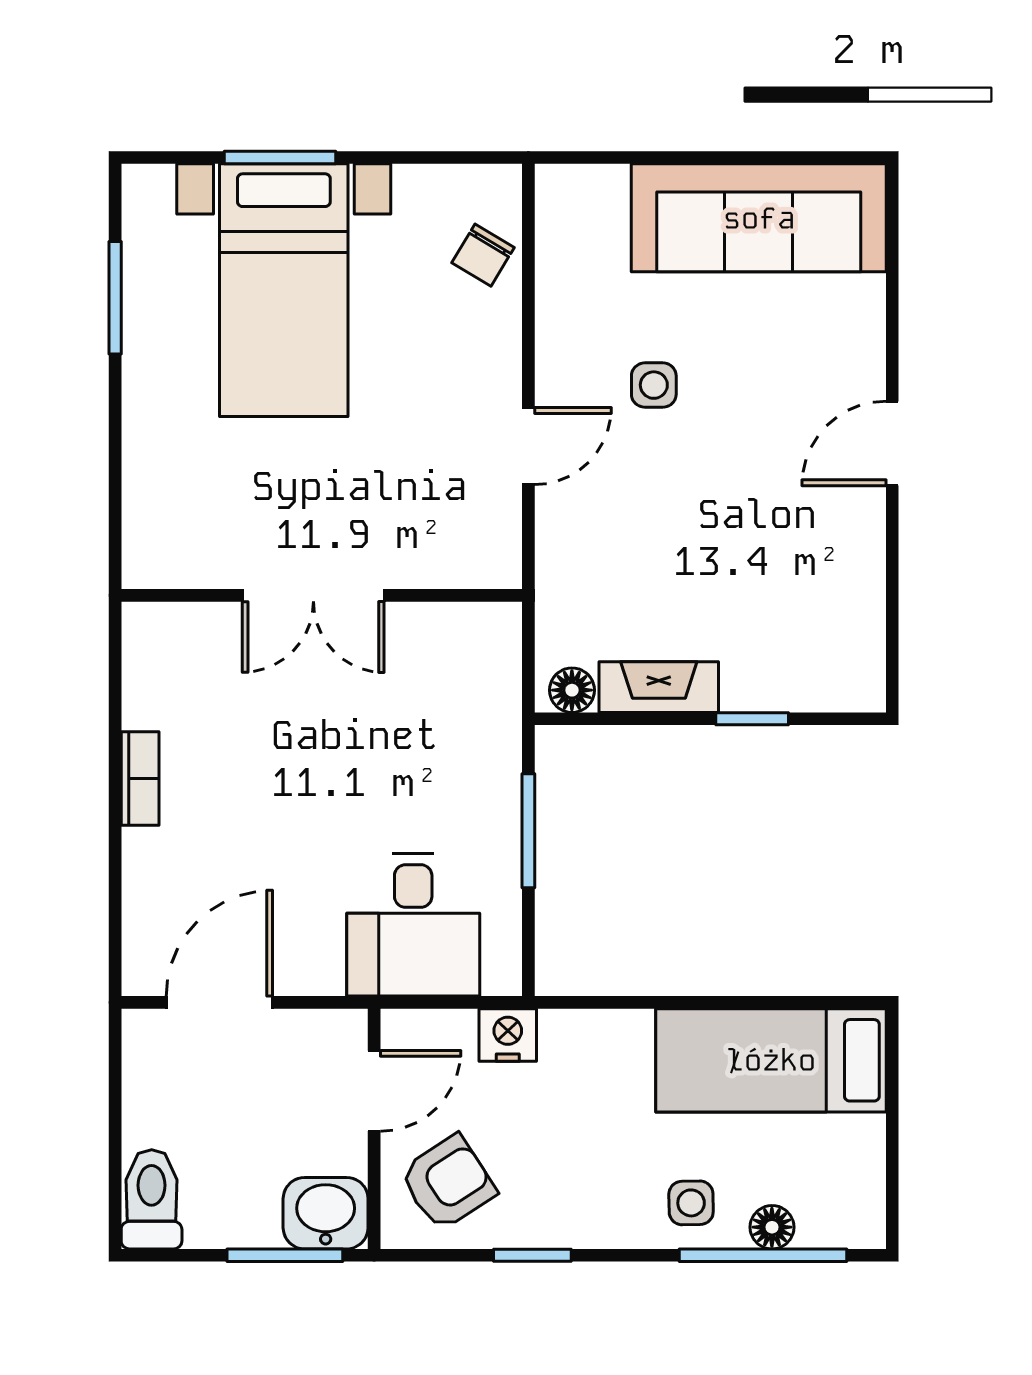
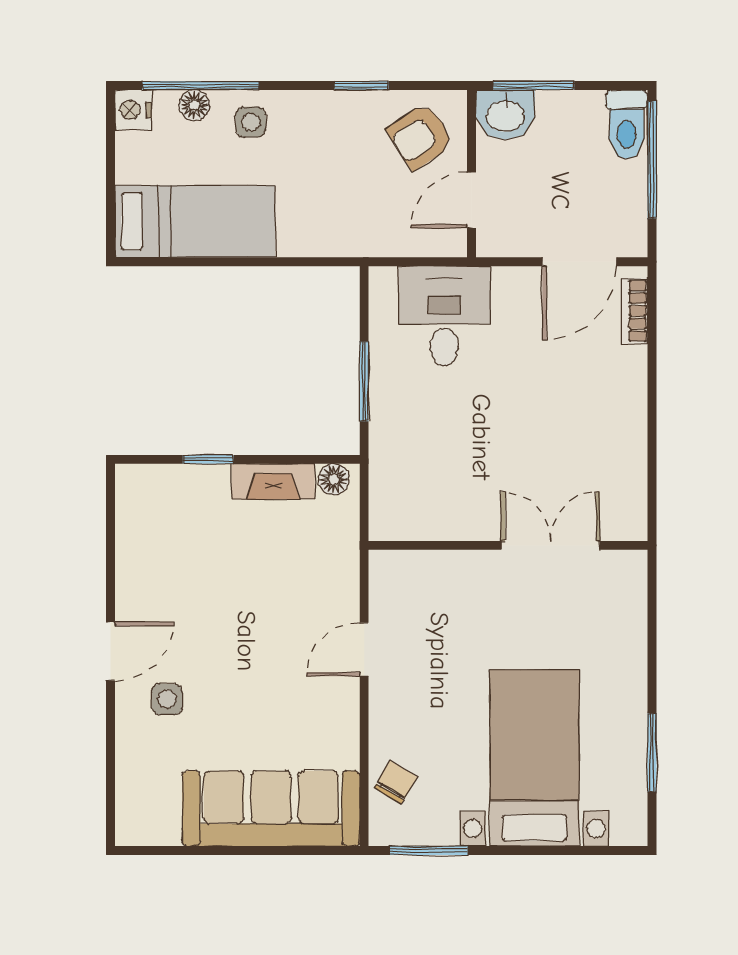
window: (280, 157) -> (429, 850), moved
sofa: (759, 218) -> (271, 808), moved
side table: (654, 385) -> (167, 699), moved
double door: (313, 595) -> (550, 545), moved
bookcase: (140, 779) -> (635, 311), moved
nightstand: (508, 1035) -> (133, 110), moved, turned 90
window: (115, 1149) -> (652, 160), added

